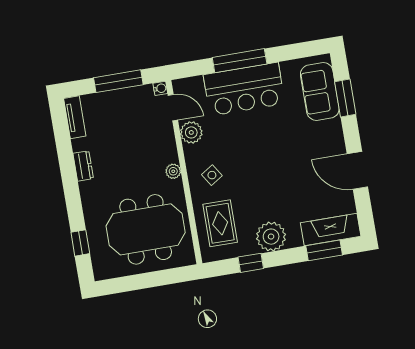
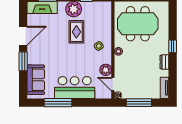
window: (240, 61) -> (58, 103), moved
window: (345, 98) -> (23, 61), moved
door: (357, 170) -> (23, 36), hinge flipped
rug: (220, 223) -> (76, 32), moved
window: (80, 243) -> (173, 46), moved

